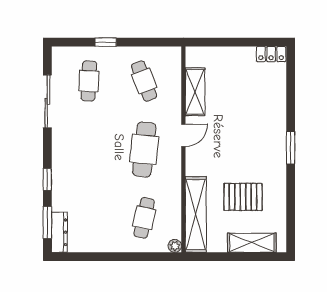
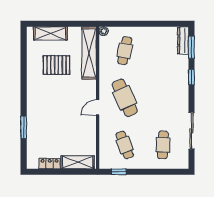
window: (106, 42) -> (119, 172), moved
locker: (271, 54) -> (50, 164), moved
shelving: (195, 92) -> (78, 162), moved, turned 90
window: (291, 148) -> (24, 127), moved
cafe table: (144, 149) -> (125, 98), turned -30

